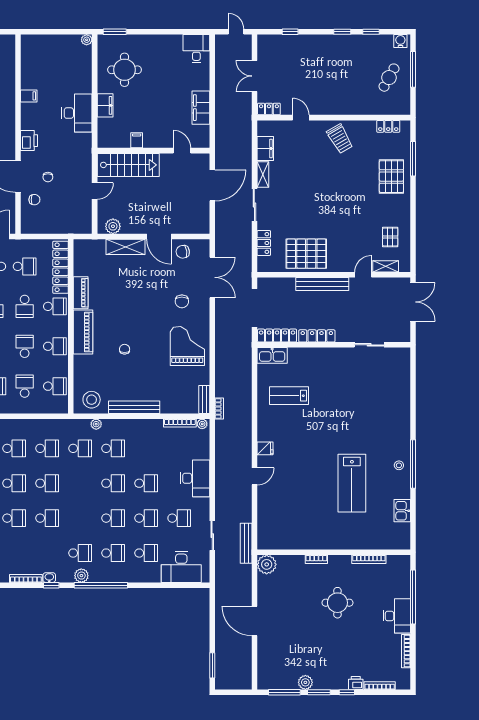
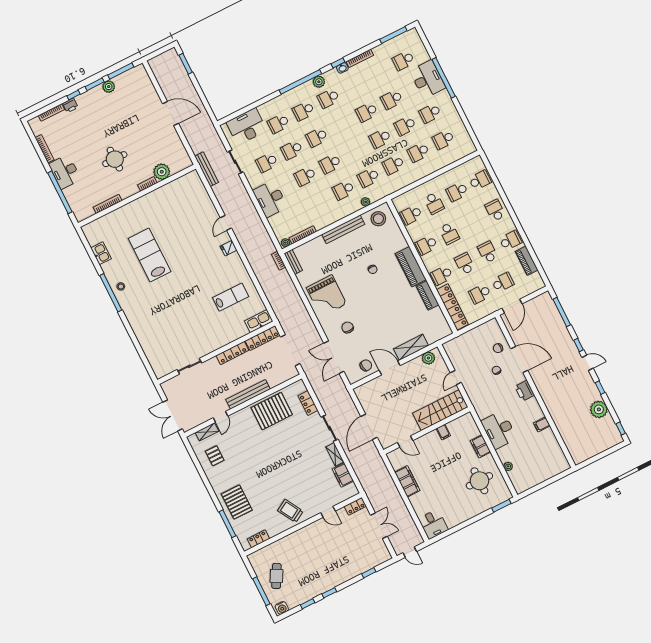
plant: (87, 40) -> (508, 466), moved
plant: (267, 564) -> (162, 172), moved

